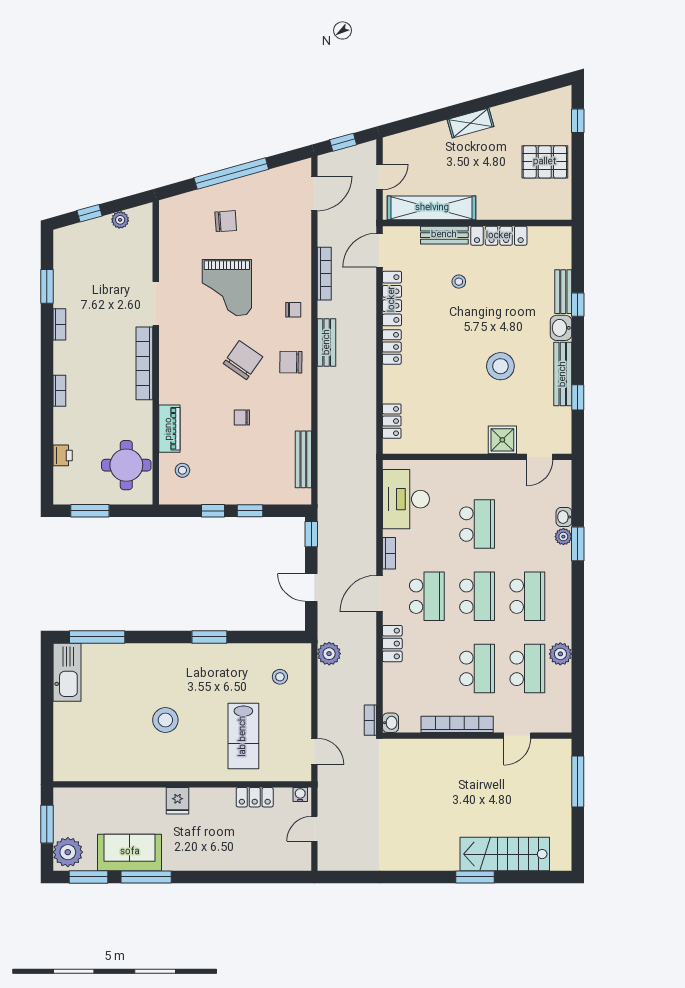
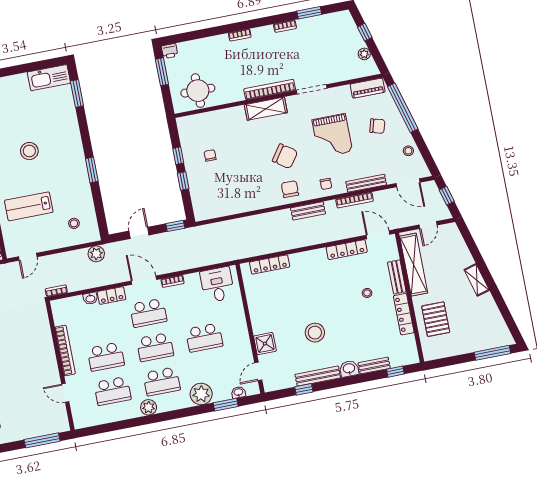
window: (578, 121) -> (492, 353), width x2.17
pallet: (545, 162) -> (436, 319), moved
window: (231, 174) -> (403, 108), moved
door: (379, 177) -> (428, 225), hinge flipped
chair: (226, 221) -> (377, 126), turned -70
grand piano: (227, 288) -> (332, 136), turned -90
window: (578, 305) -> (395, 372), moved
locker: (392, 347) -> (314, 256), removed
shelving: (170, 374) -> (266, 109), added
chair: (242, 418) -> (210, 155), moved
locker: (392, 421) -> (270, 264), width x1.53
piano: (169, 429) -> (368, 88), moved
printer: (63, 455) -> (170, 51), moved
door: (540, 457) -> (258, 371), hinge flipped
bench: (303, 459) -> (366, 183), moved
stool: (182, 470) -> (408, 151), moved
desk: (406, 499) -> (217, 285), width x0.73
washbasin: (564, 517) -> (238, 392), moved
plant: (563, 537) -> (201, 394), width x1.88, depth x1.88
window: (578, 544) -> (226, 405), moved
window: (97, 637) -> (77, 93), width x0.69
plant: (560, 654) -> (149, 407), moved
washbasin: (390, 723) -> (90, 298), moved

